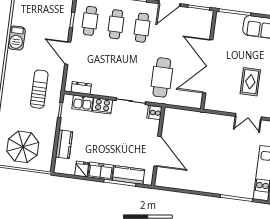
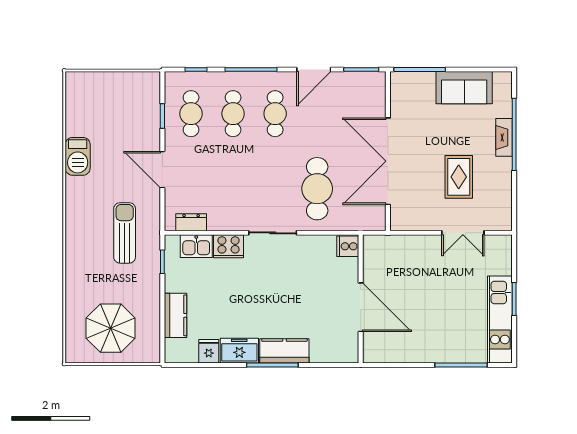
cooker: (154, 113) -> (348, 246), moved
wall: (158, 146) -> (361, 299), moved
door: (157, 151) -> (361, 307), moved

